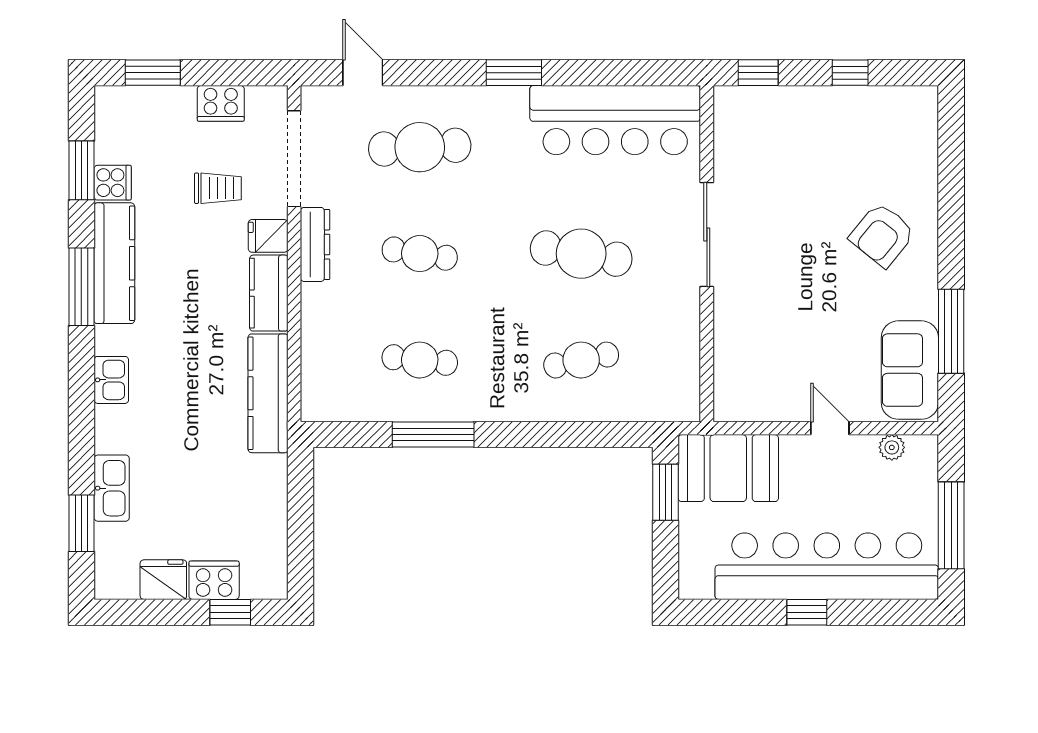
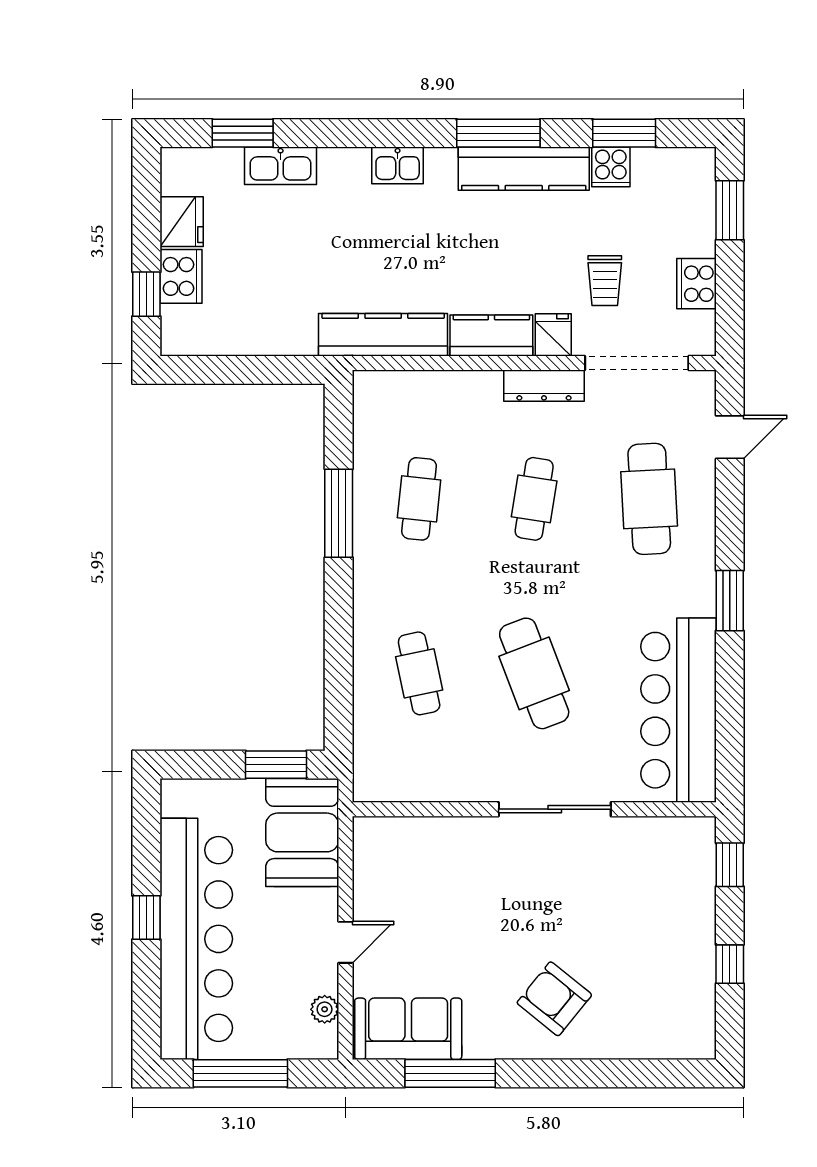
cafe table: (581, 254) -> (534, 673), turned -30

